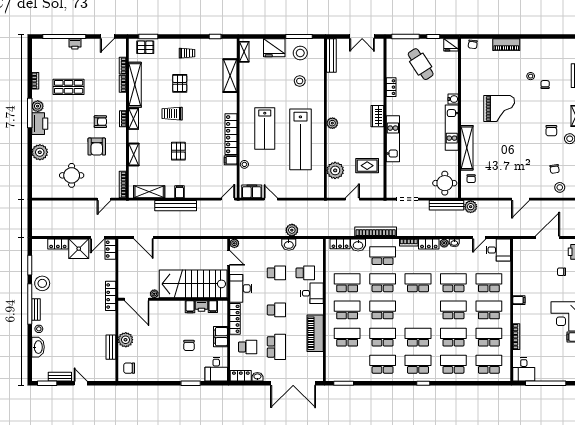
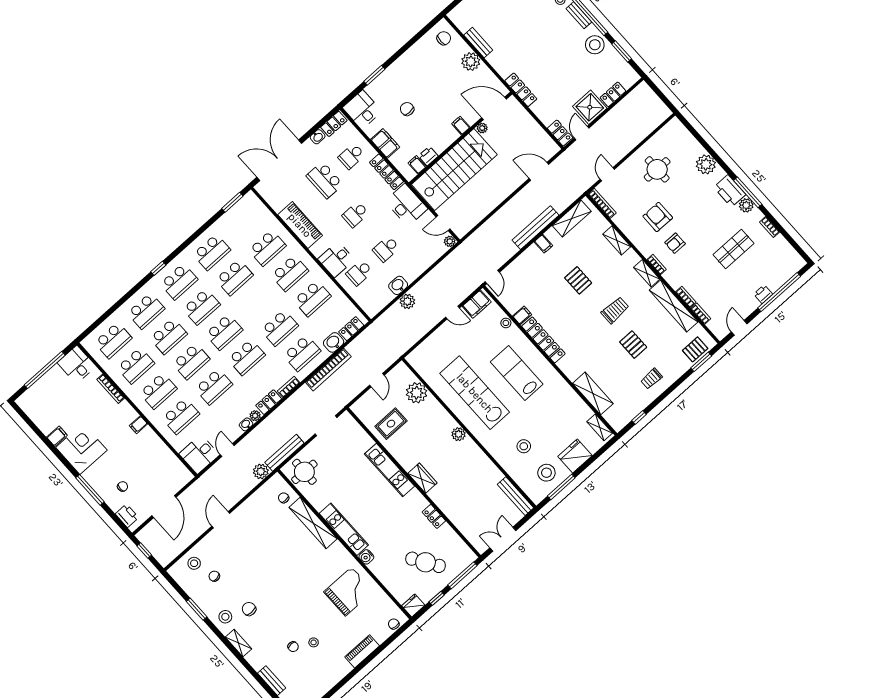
grand piano: (499, 108) -> (349, 592), moved, turned 180
filing cabinet: (190, 307) -> (461, 126), moved
school desk: (383, 310) -> (224, 332), moved

